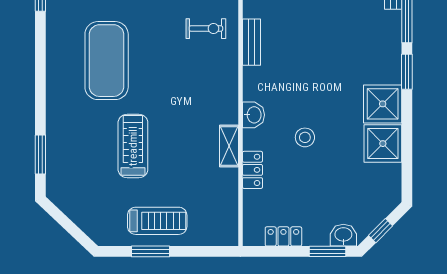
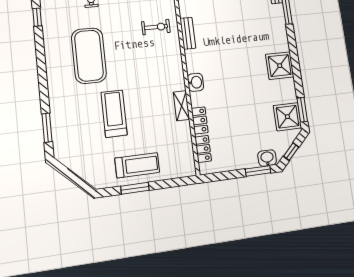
window: (407, 72) -> (302, 110), moved
stool: (305, 137) -> (232, 94), removed
shower: (383, 144) -> (287, 117), moved
locker: (283, 236) -> (203, 149), moved, turned 90

